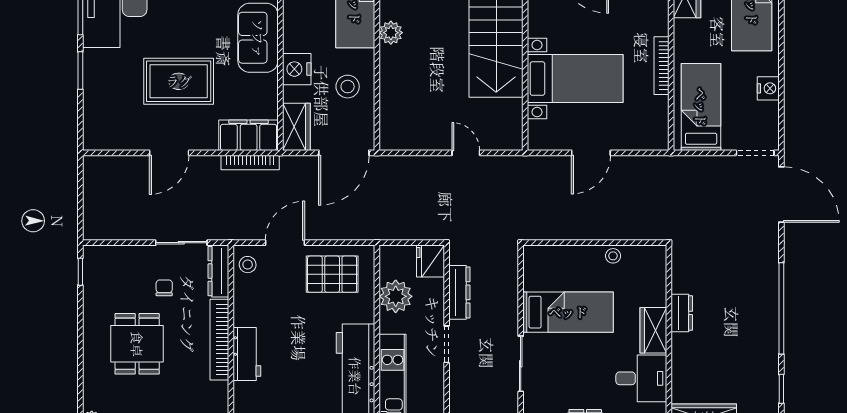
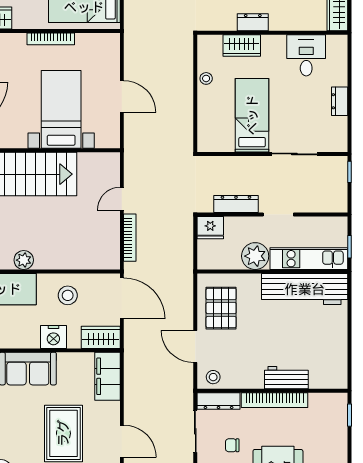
bookcase: (250, 162) -> (130, 238), moved
plant: (396, 296) -> (255, 256), moved
wardrobe: (653, 330) -> (242, 45), moved

